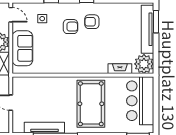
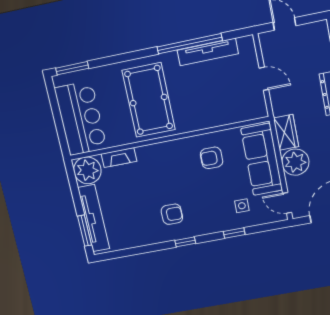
armchair: (70, 27) -> (212, 158), moved
sofa: (22, 48) -> (262, 159), width x1.36

